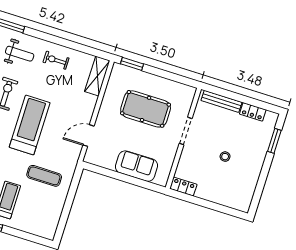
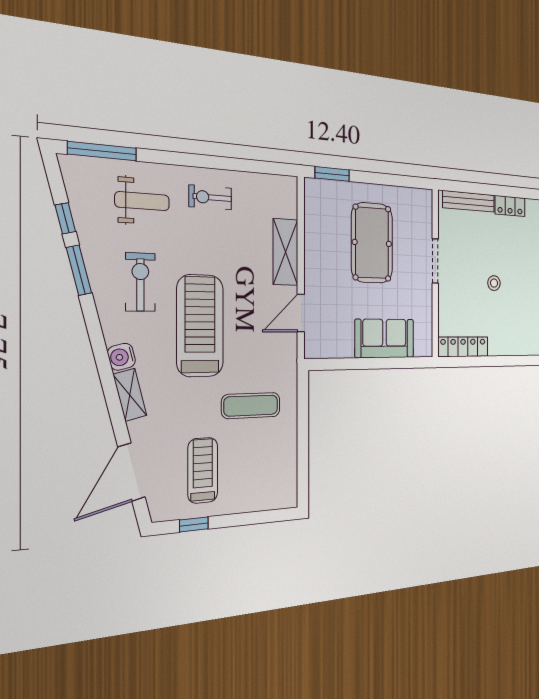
shelving: (97, 76) -> (285, 252), moved
pool table: (146, 109) -> (372, 243), turned 90
locker: (183, 186) -> (463, 347), width x1.53

